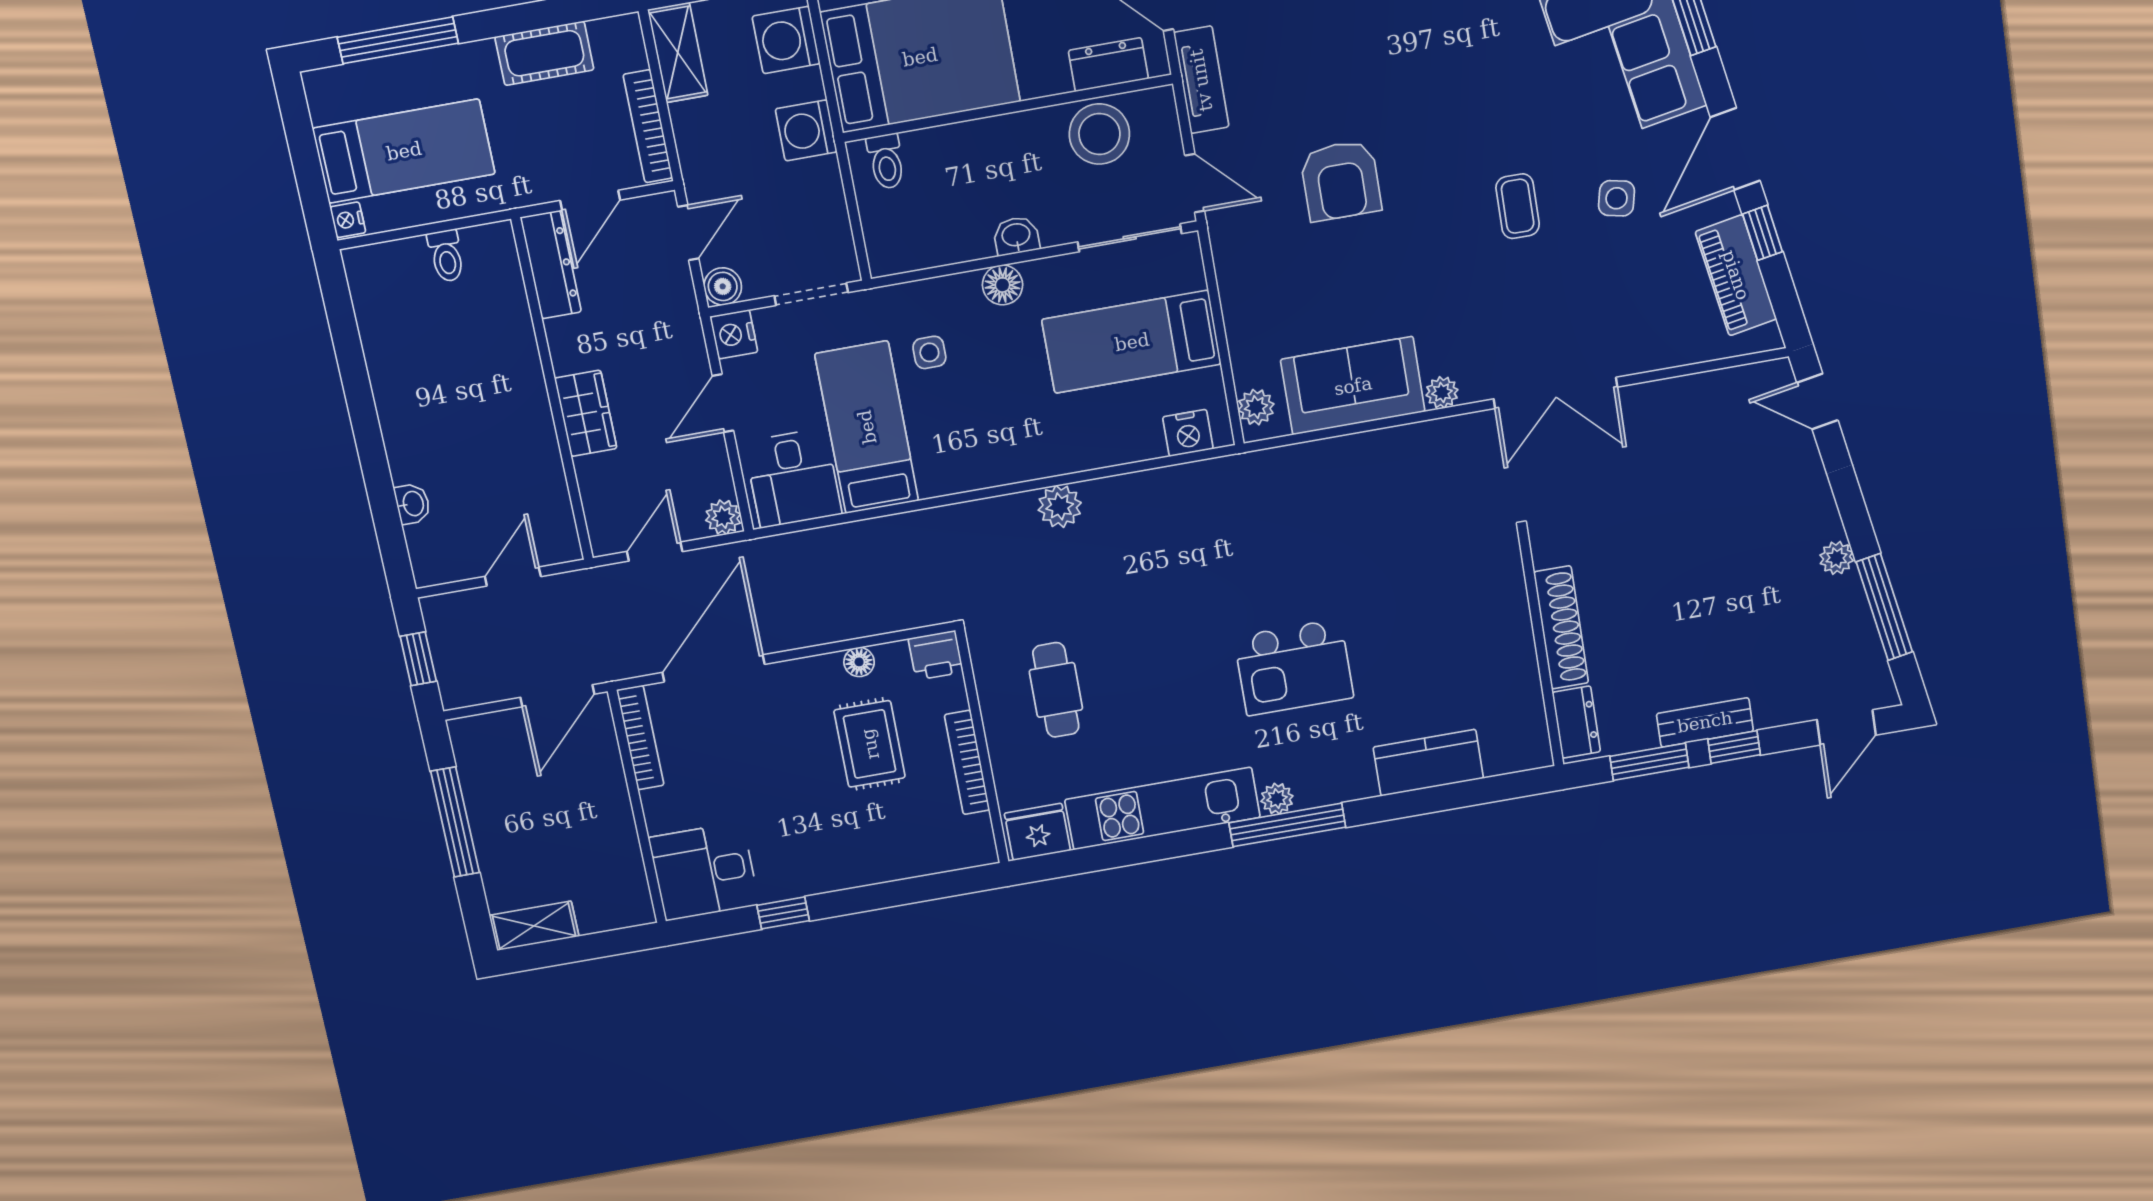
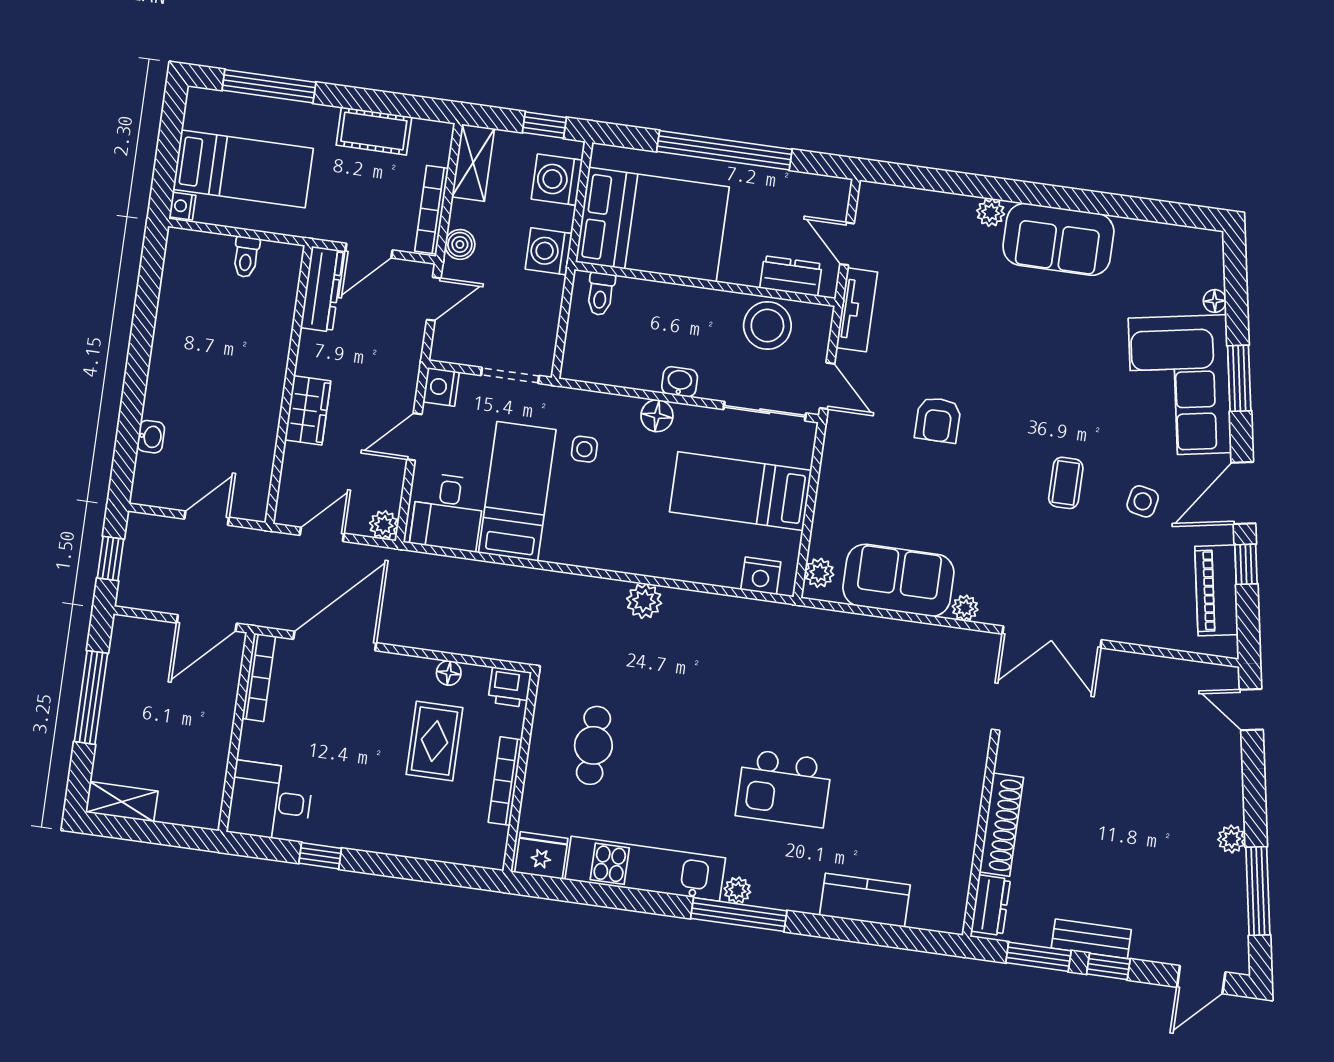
armchair: (1341, 181) -> (938, 420), width x0.72, depth x0.72
boiler: (723, 286) -> (460, 244), moved

